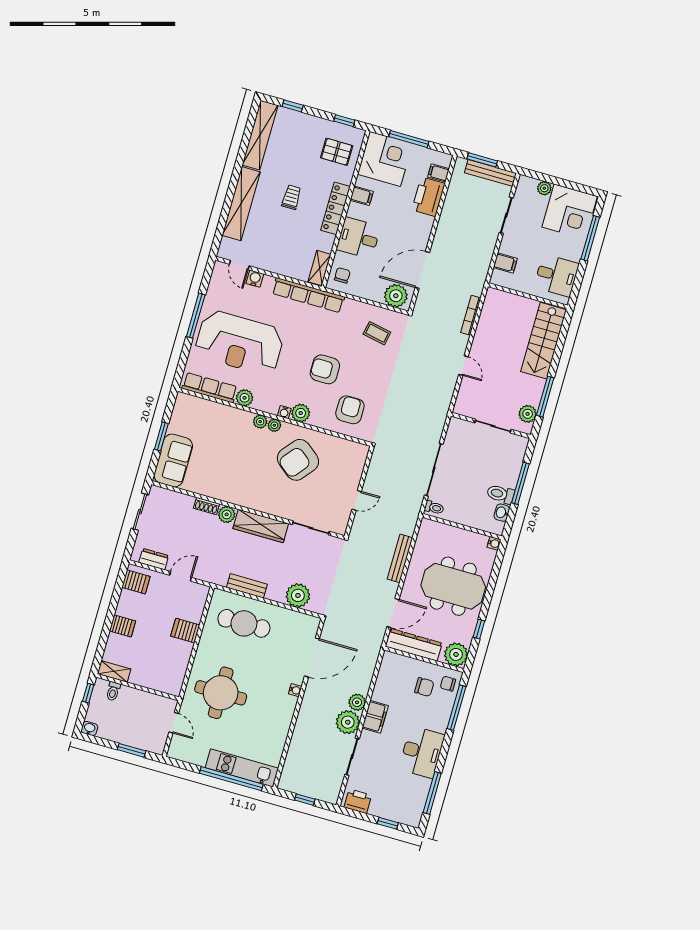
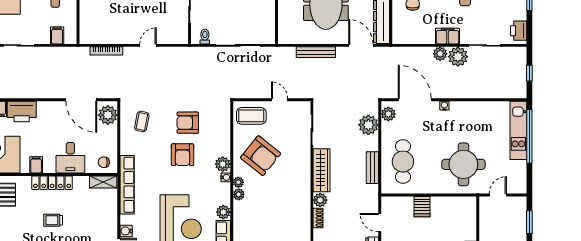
armchair: (350, 410) -> (188, 123), moved
coffee table: (347, 462) -> (251, 116), added
toilet: (434, 508) -> (205, 36), moved
plant: (304, 622) -> (388, 114), added

